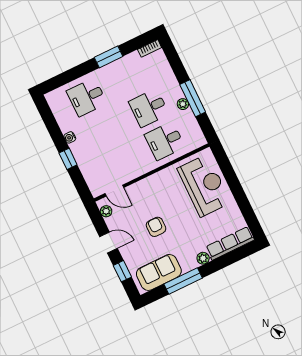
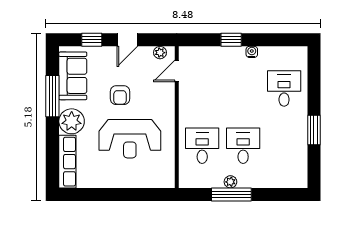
bookcase: (150, 48) -> (302, 175), removed
reception desk: (204, 186) -> (130, 139), moved
armchair: (156, 227) -> (120, 95), turned 90
plant: (203, 258) -> (72, 121), width x1.88, depth x1.88

